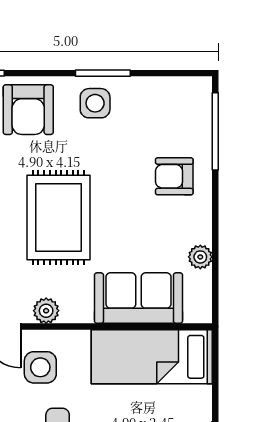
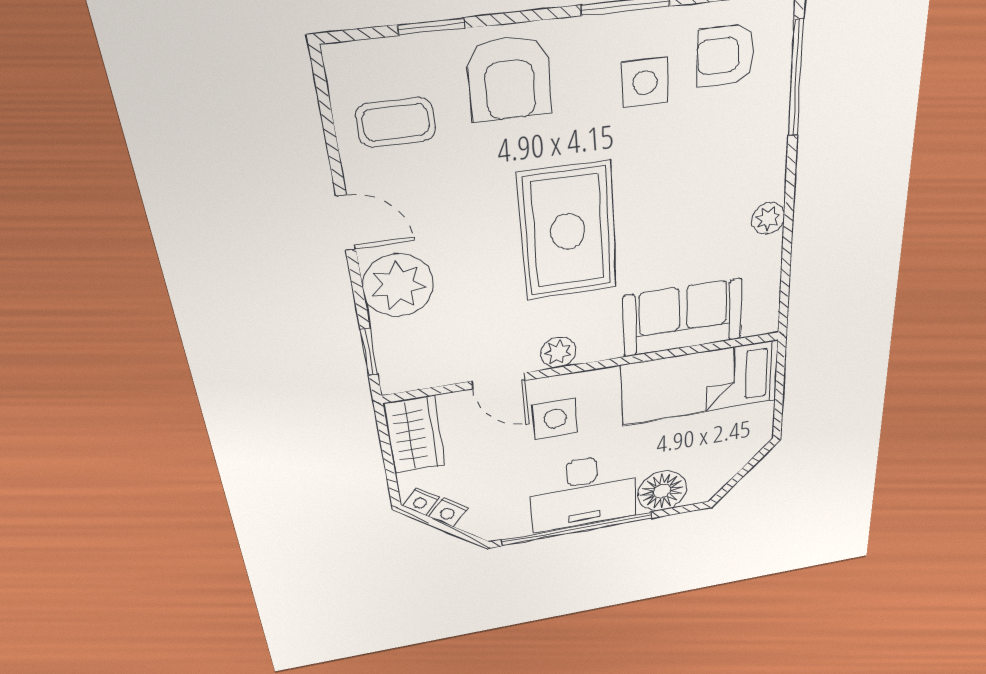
side table: (95, 103) -> (645, 83), moved
armchair: (174, 176) -> (726, 55), moved
plant: (200, 257) -> (768, 218), moved

